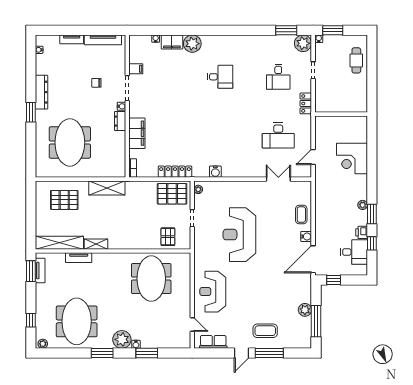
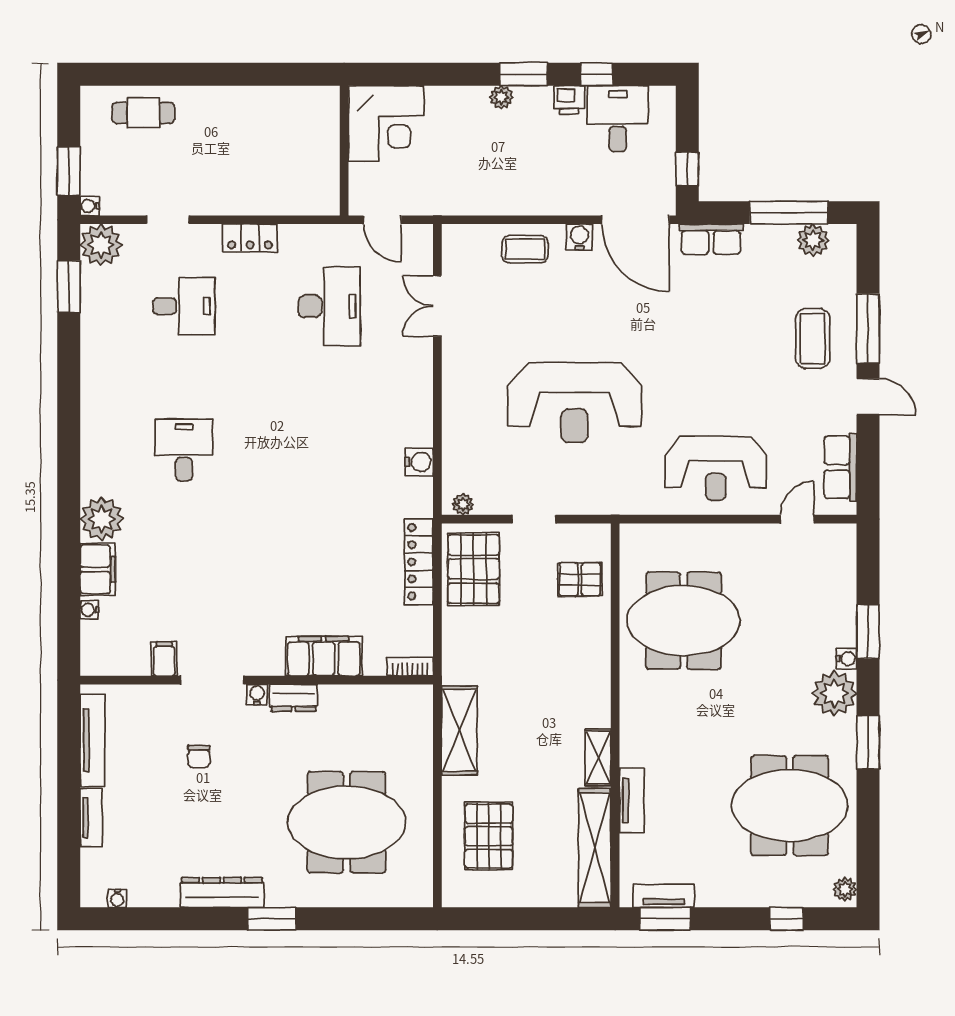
wall: (341, 114) -> (344, 151), moved
row of seats: (305, 290) -> (711, 239), added
plant: (305, 310) -> (813, 240), moved

